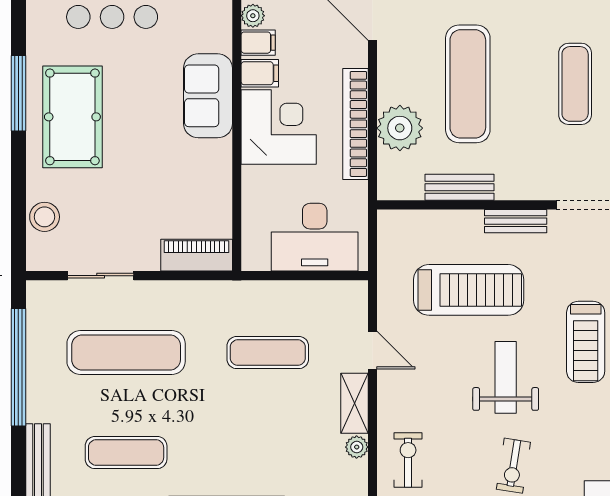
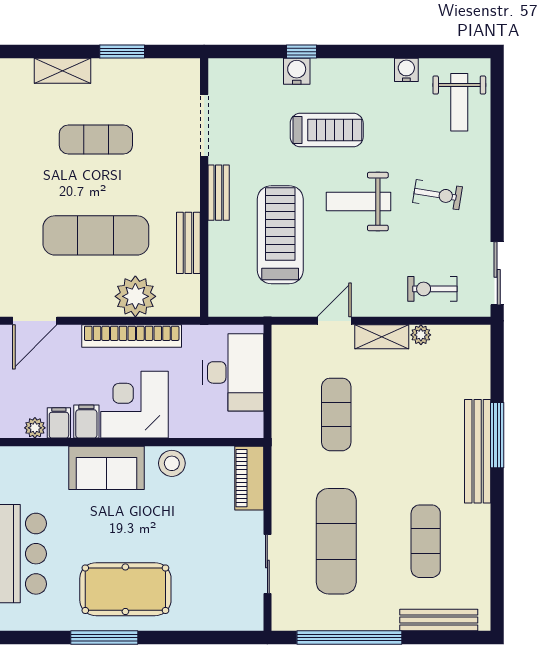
stool: (45, 217) -> (172, 463), moved

